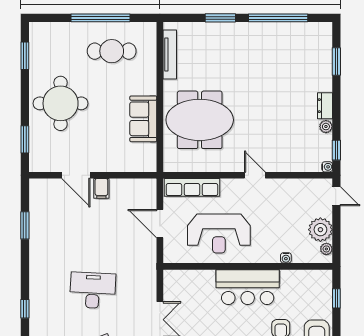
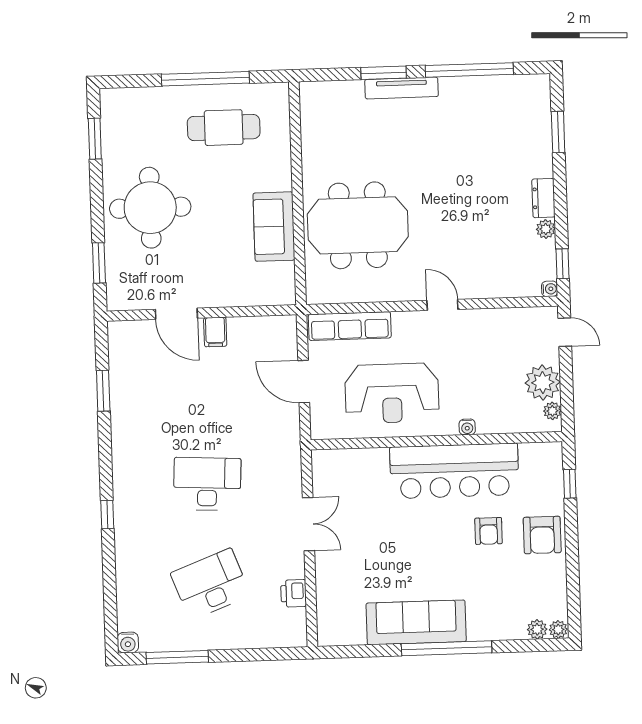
tv unit: (170, 54) -> (402, 88), moved, turned 90
water cooler: (286, 258) -> (467, 427), moved
bar counter: (248, 287) -> (454, 471), width x1.36

